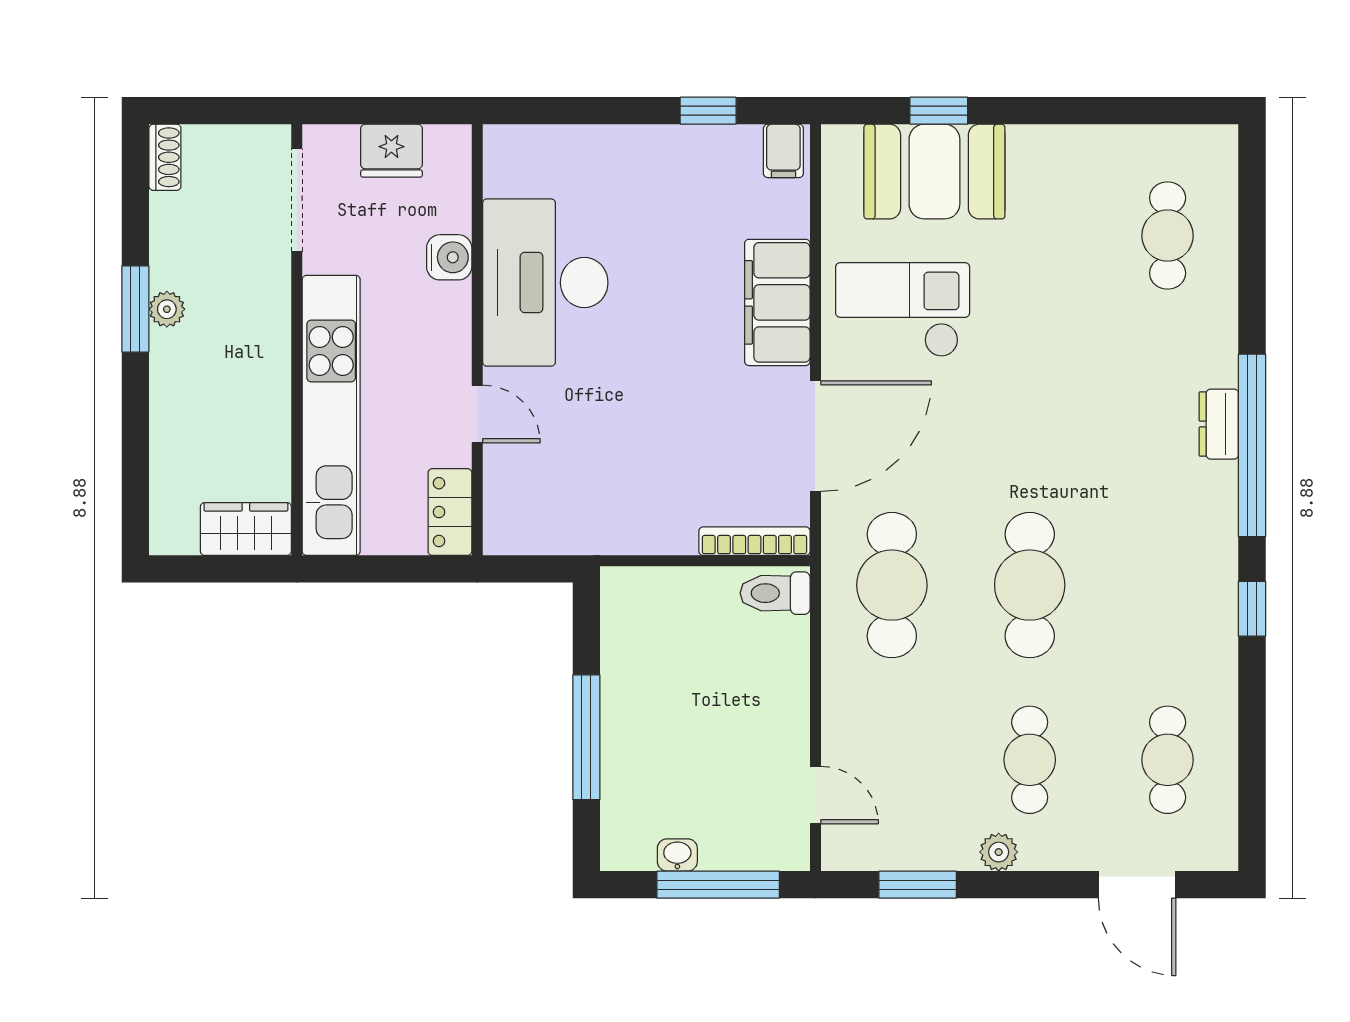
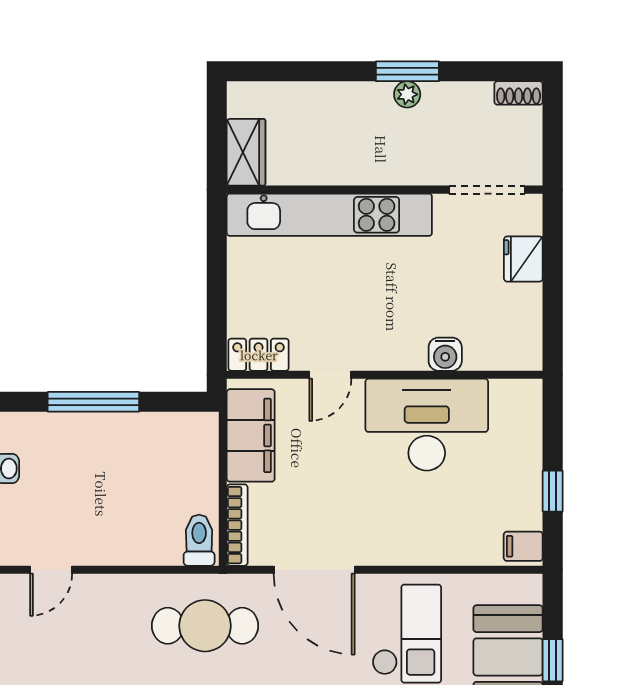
water cooler: (449, 257) -> (445, 354), moved
desk: (545, 283) -> (427, 425), moved
filing cabinet: (777, 302) -> (251, 435), moved, turned 90
wall: (477, 340) -> (385, 375), moved
door: (477, 414) -> (330, 375), moved
locker: (450, 512) -> (259, 355), moved

